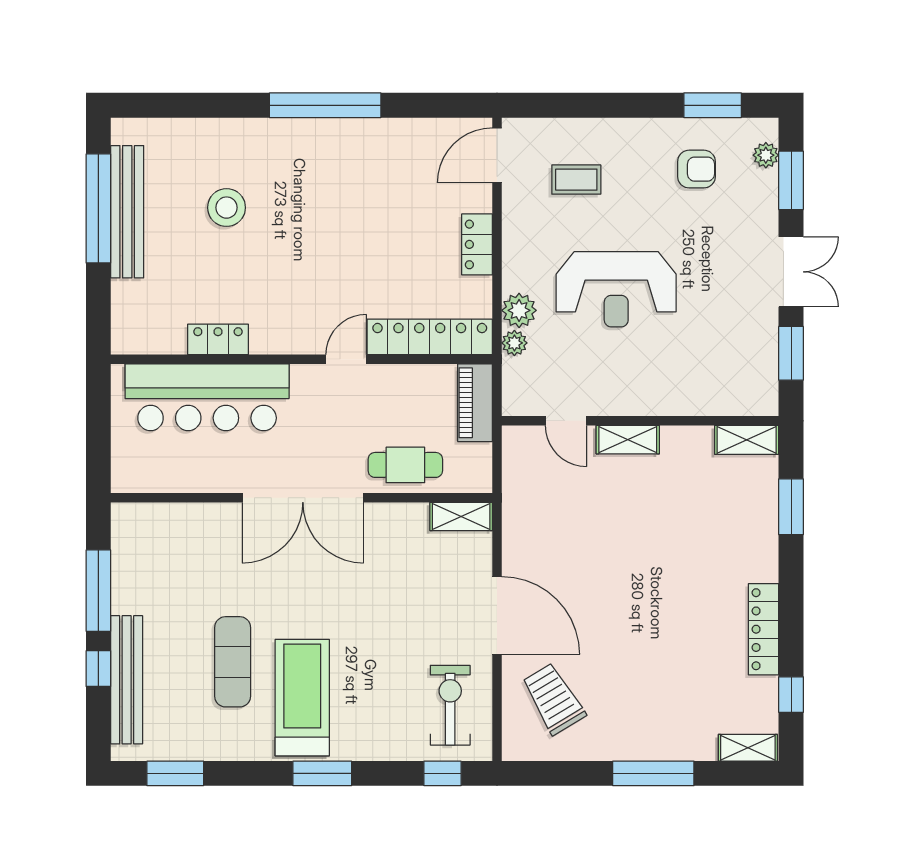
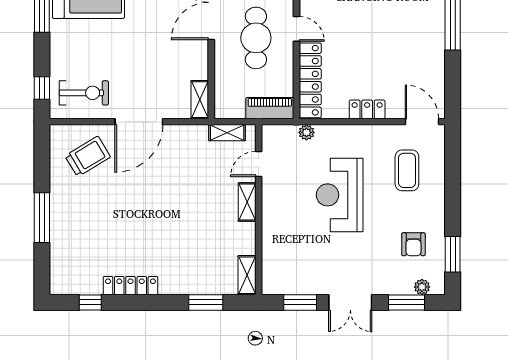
coffee table: (576, 180) -> (407, 170), width x1.36, depth x1.30
plant: (519, 310) -> (327, 135), removed
cafe table: (405, 465) -> (256, 38), moved, width x1.37, depth x1.35
shelving: (748, 748) -> (227, 133), moved, turned 90

